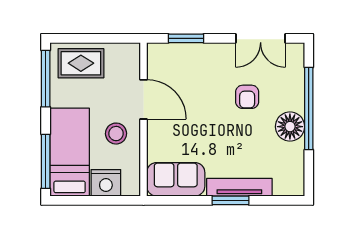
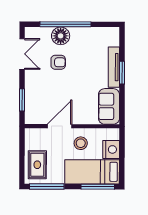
floor lamp: (290, 127) -> (61, 36), moved

